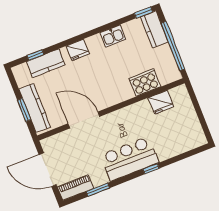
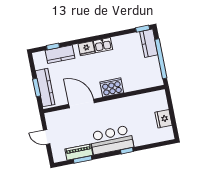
kitchen sink: (113, 36) -> (103, 45), moved
cooker: (145, 82) -> (112, 87), moved
fridge: (161, 102) -> (163, 119), moved, turned 90
door: (48, 170) -> (47, 137), width x0.53
piano: (76, 188) -> (79, 152), moved

